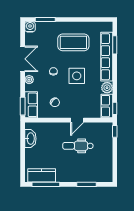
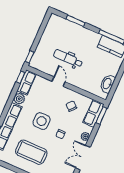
door: (77, 120) -> (59, 82), hinge flipped
dental chair: (78, 146) -> (68, 58), turned 180

